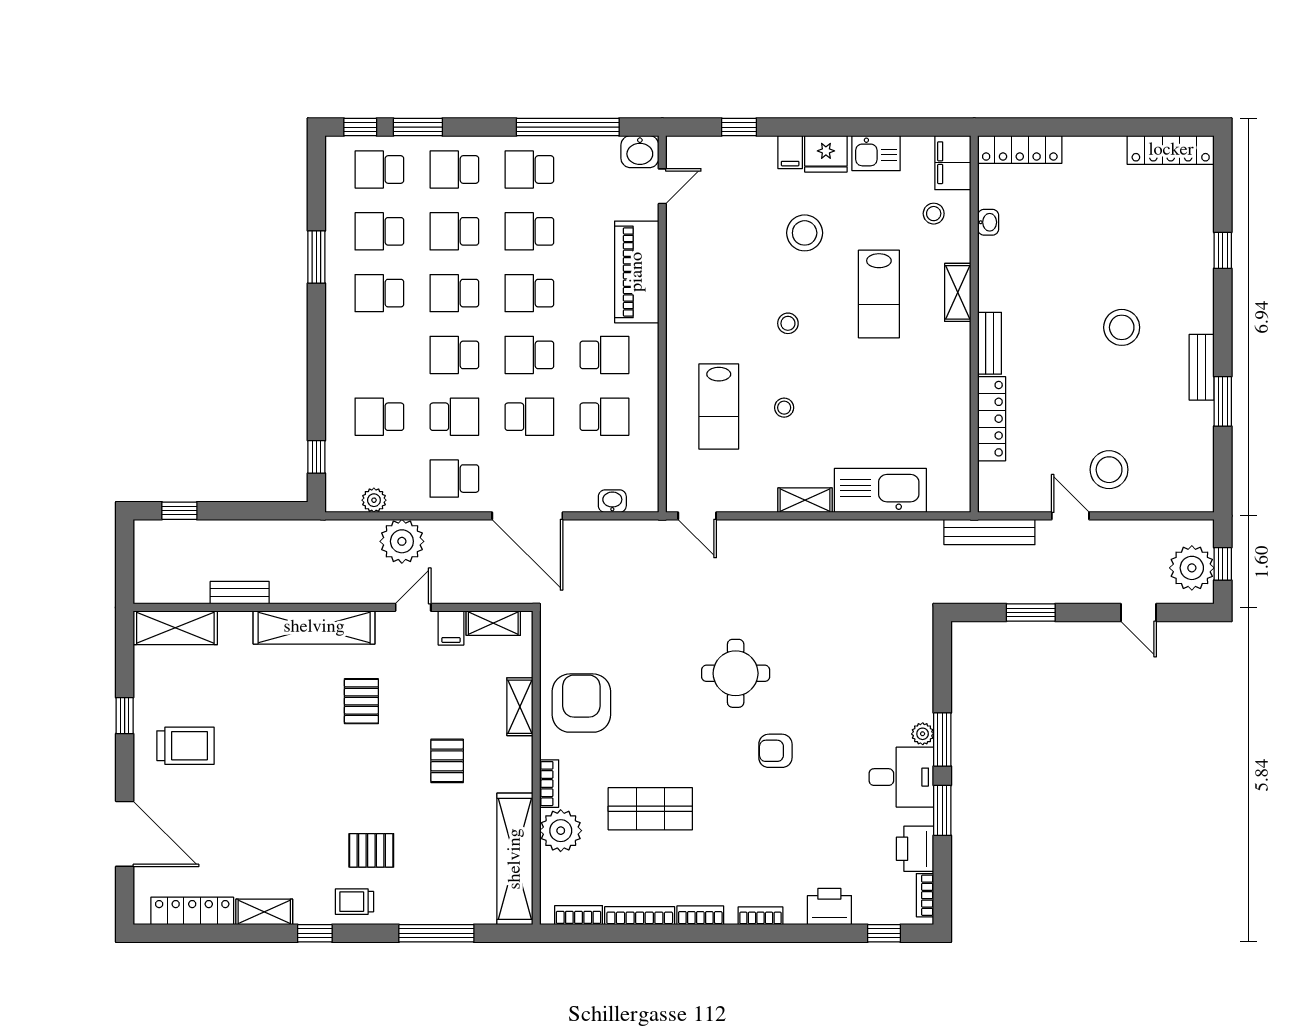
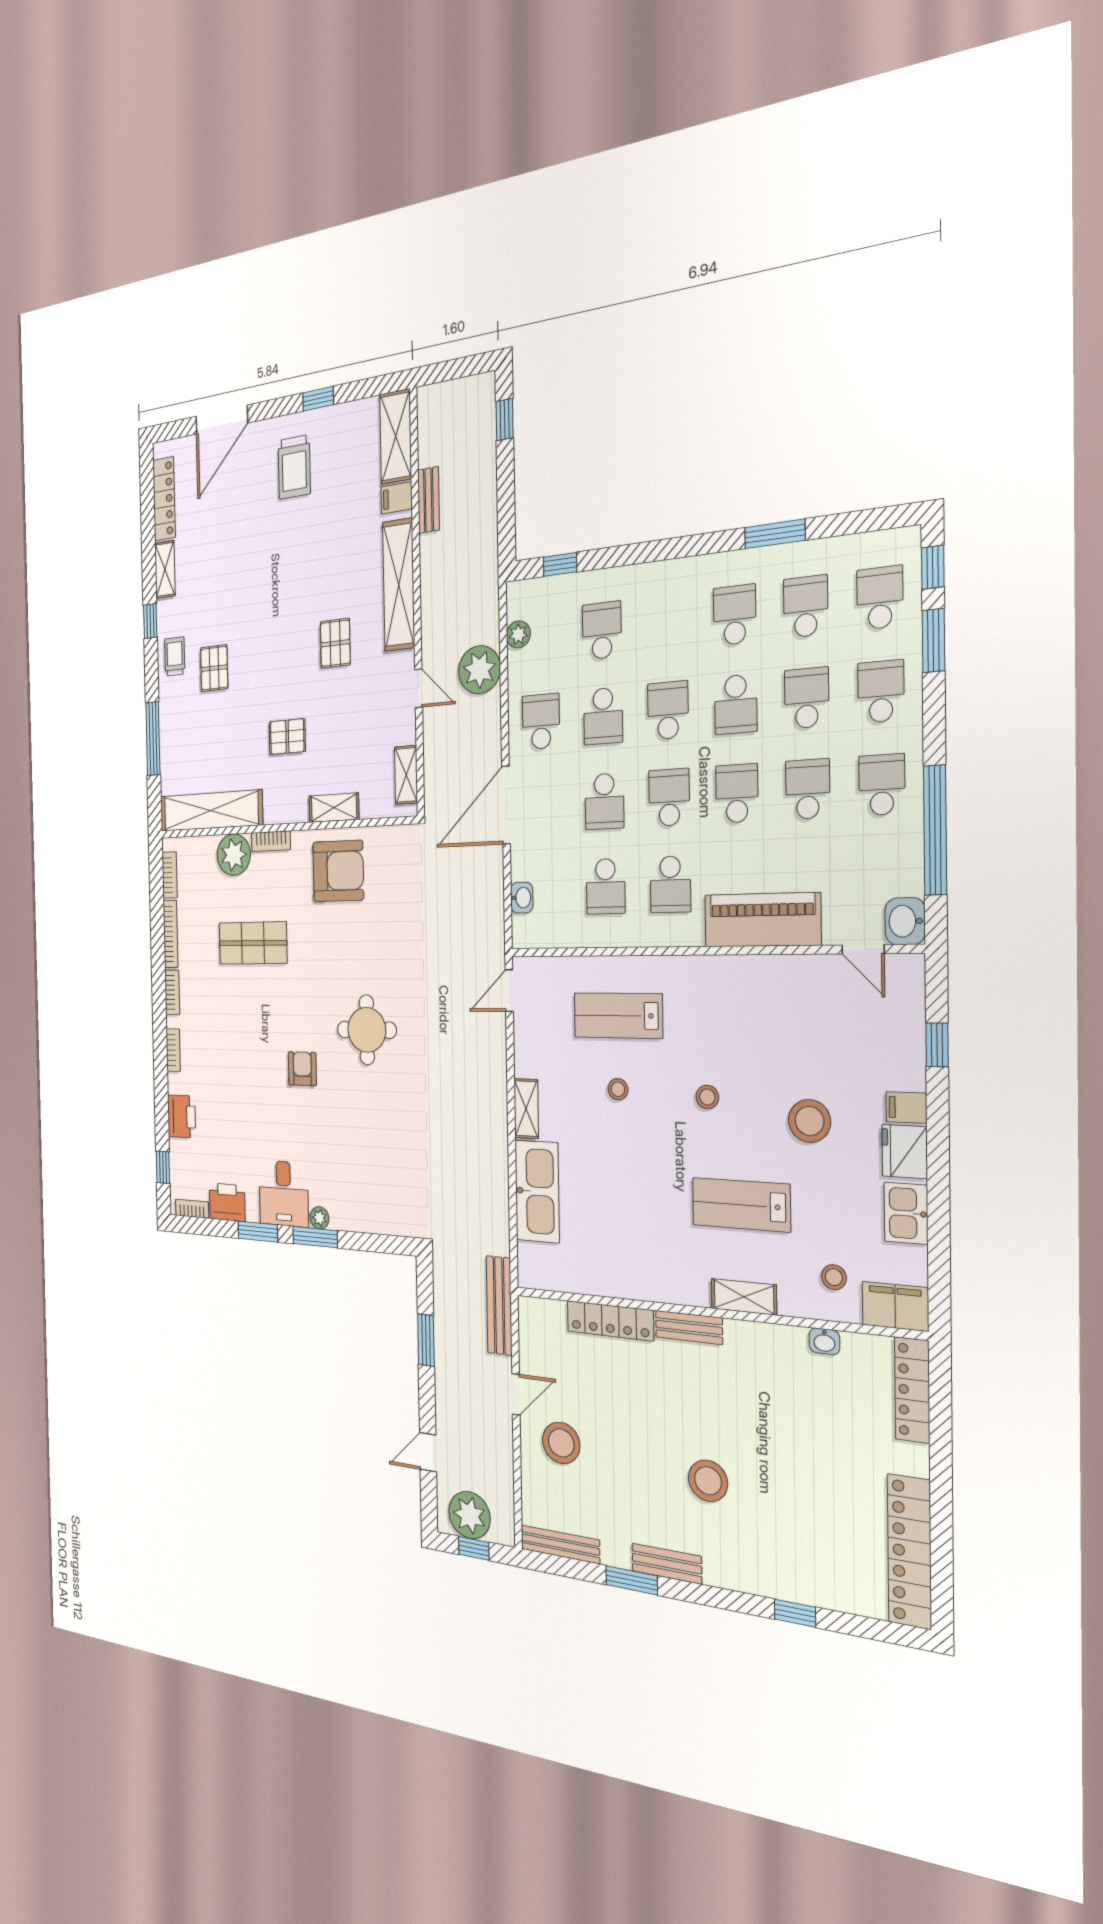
locker: (1171, 150) -> (909, 1551), width x1.41, depth x1.21
school desk: (454, 293) -> (736, 704), turned 180
bench: (1203, 472) -> (560, 1544), added
filing cabinet: (451, 628) -> (397, 498), moved
pallet: (361, 701) -> (335, 643), turned 90
shop shelf: (650, 809) -> (253, 943), turned 90

